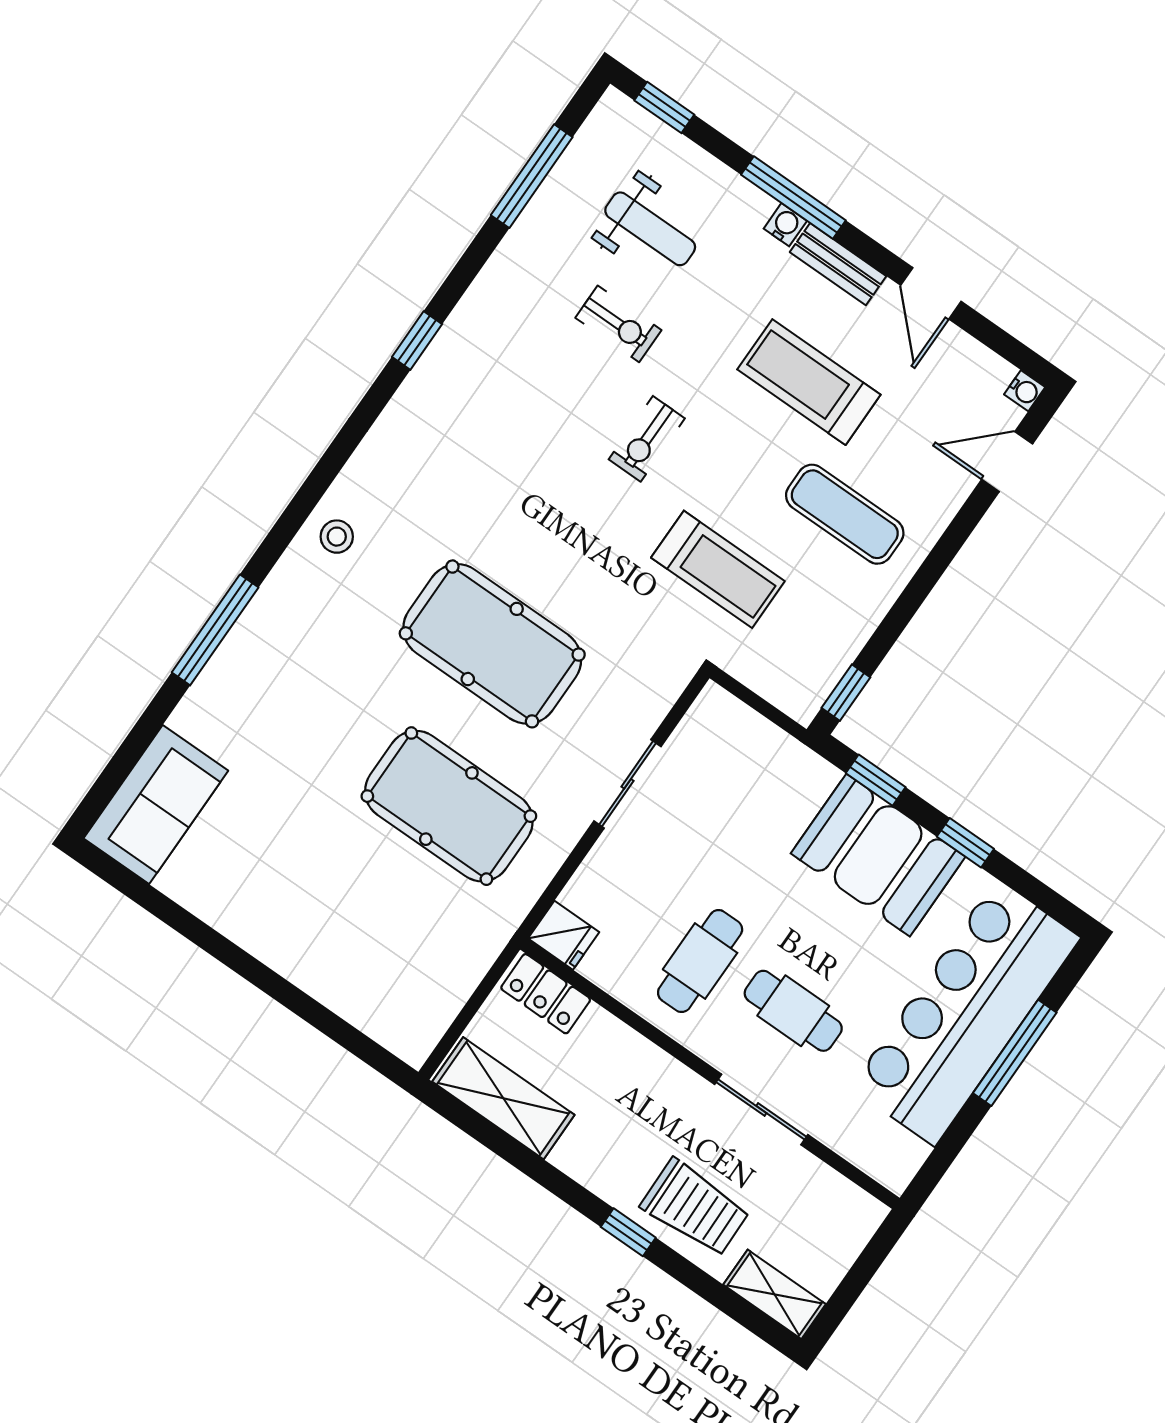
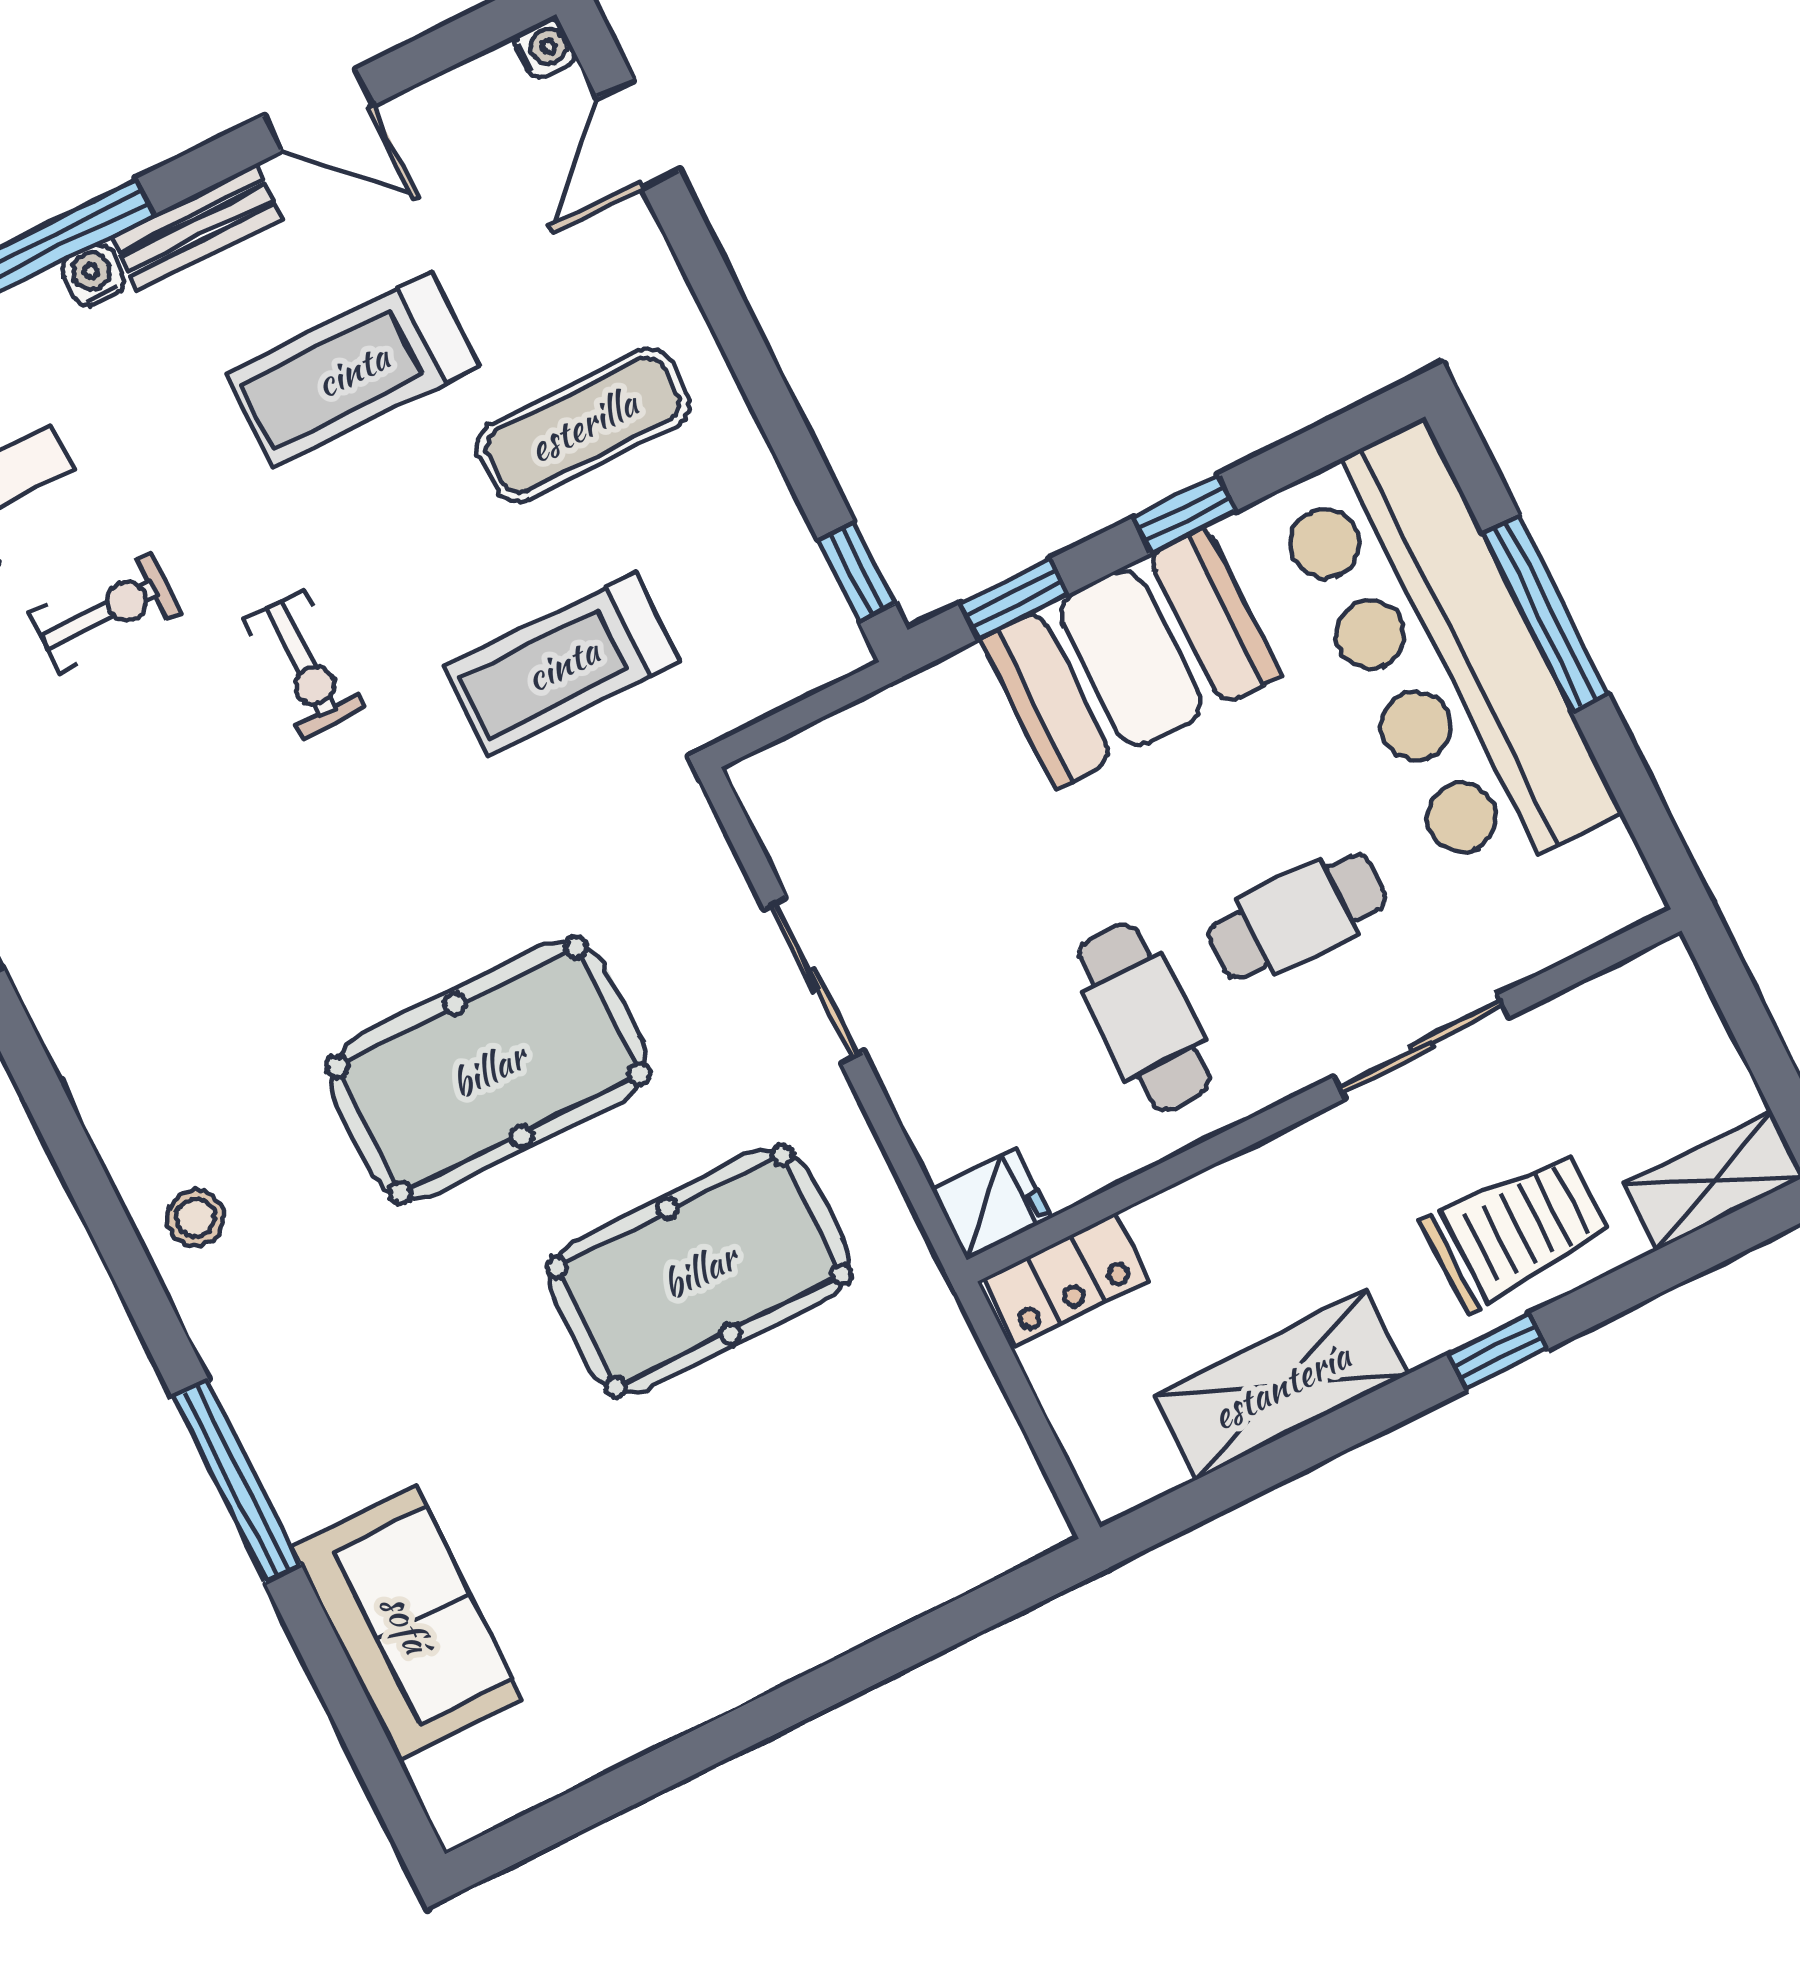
treadmill: (718, 569) -> (562, 664), turned 180
sofa: (156, 805) -> (407, 1623), moved
shelving: (503, 1098) -> (1281, 1385), moved

